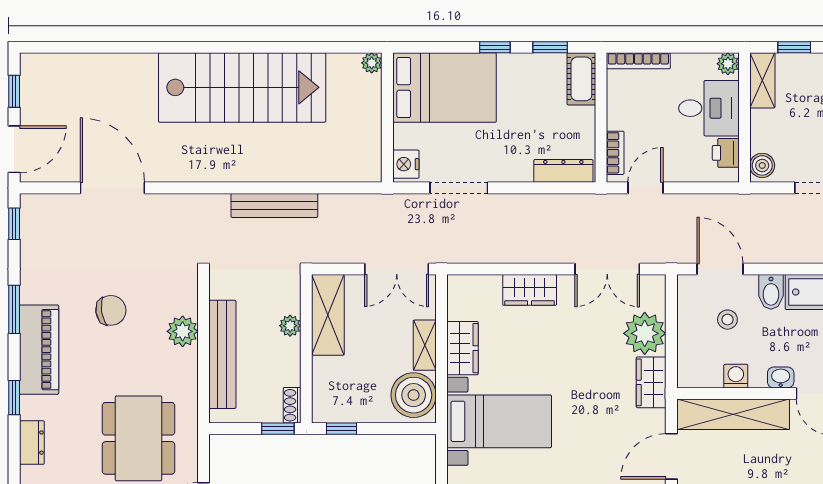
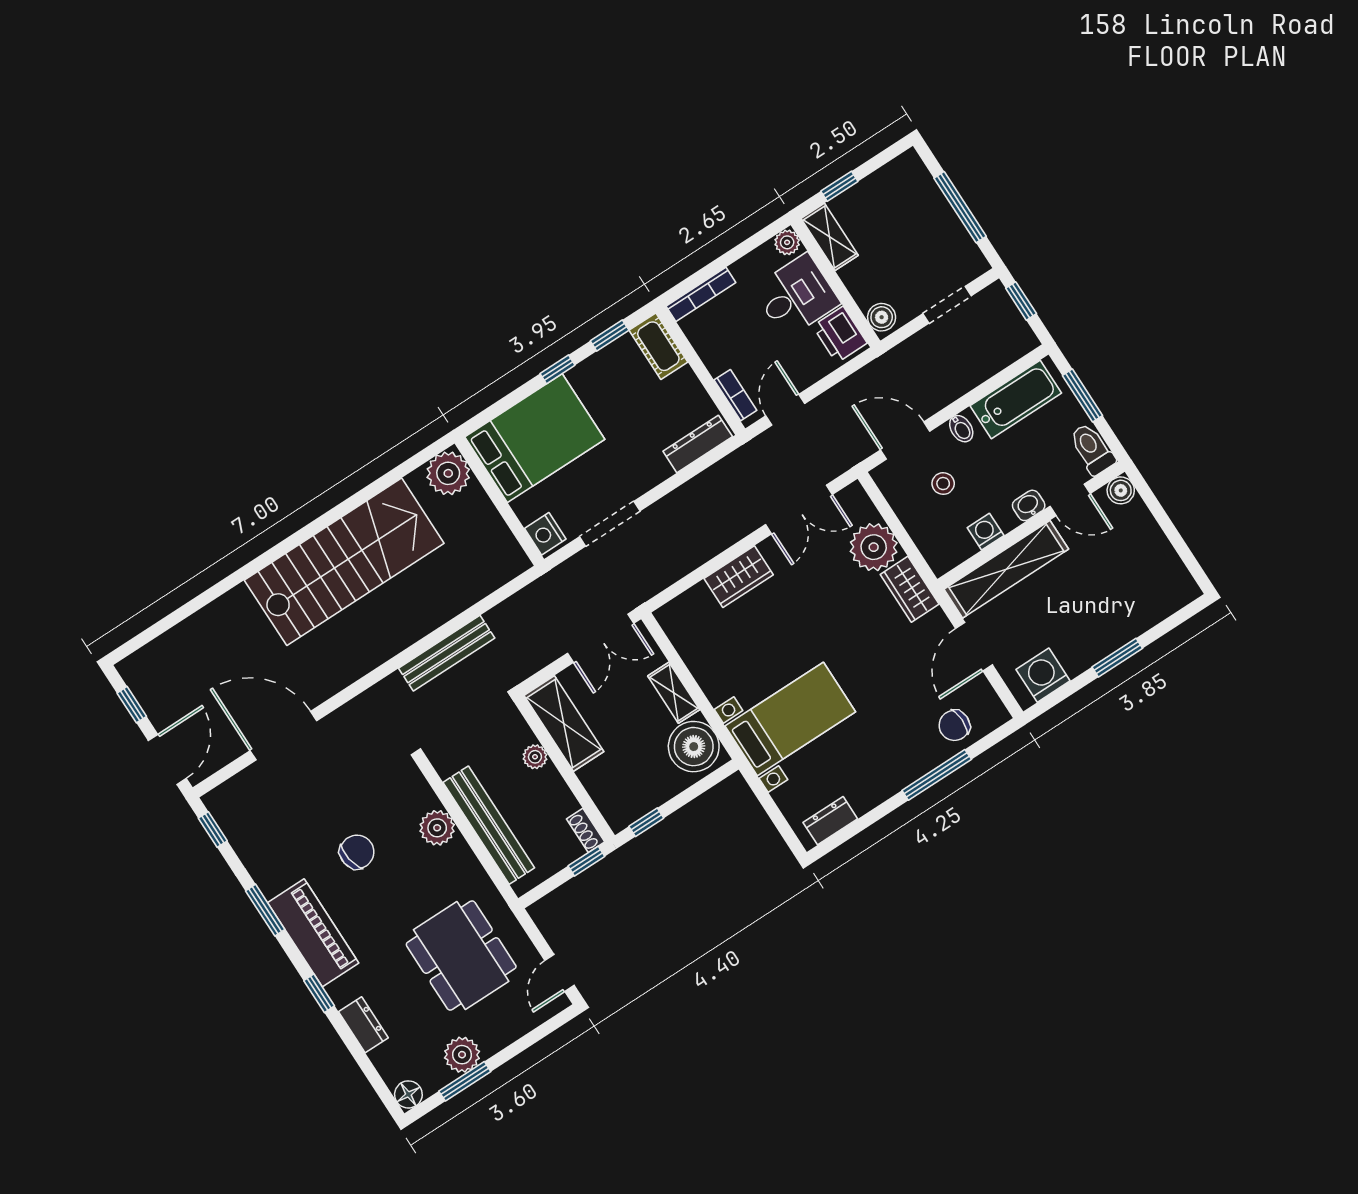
plant: (372, 63) -> (448, 473), width x1.87, depth x1.87
printer: (726, 153) -> (840, 335), width x1.36, depth x1.24
bidet: (771, 292) -> (961, 429), width x0.72, depth x0.74
wardrobe: (462, 348) -> (711, 672), removed

